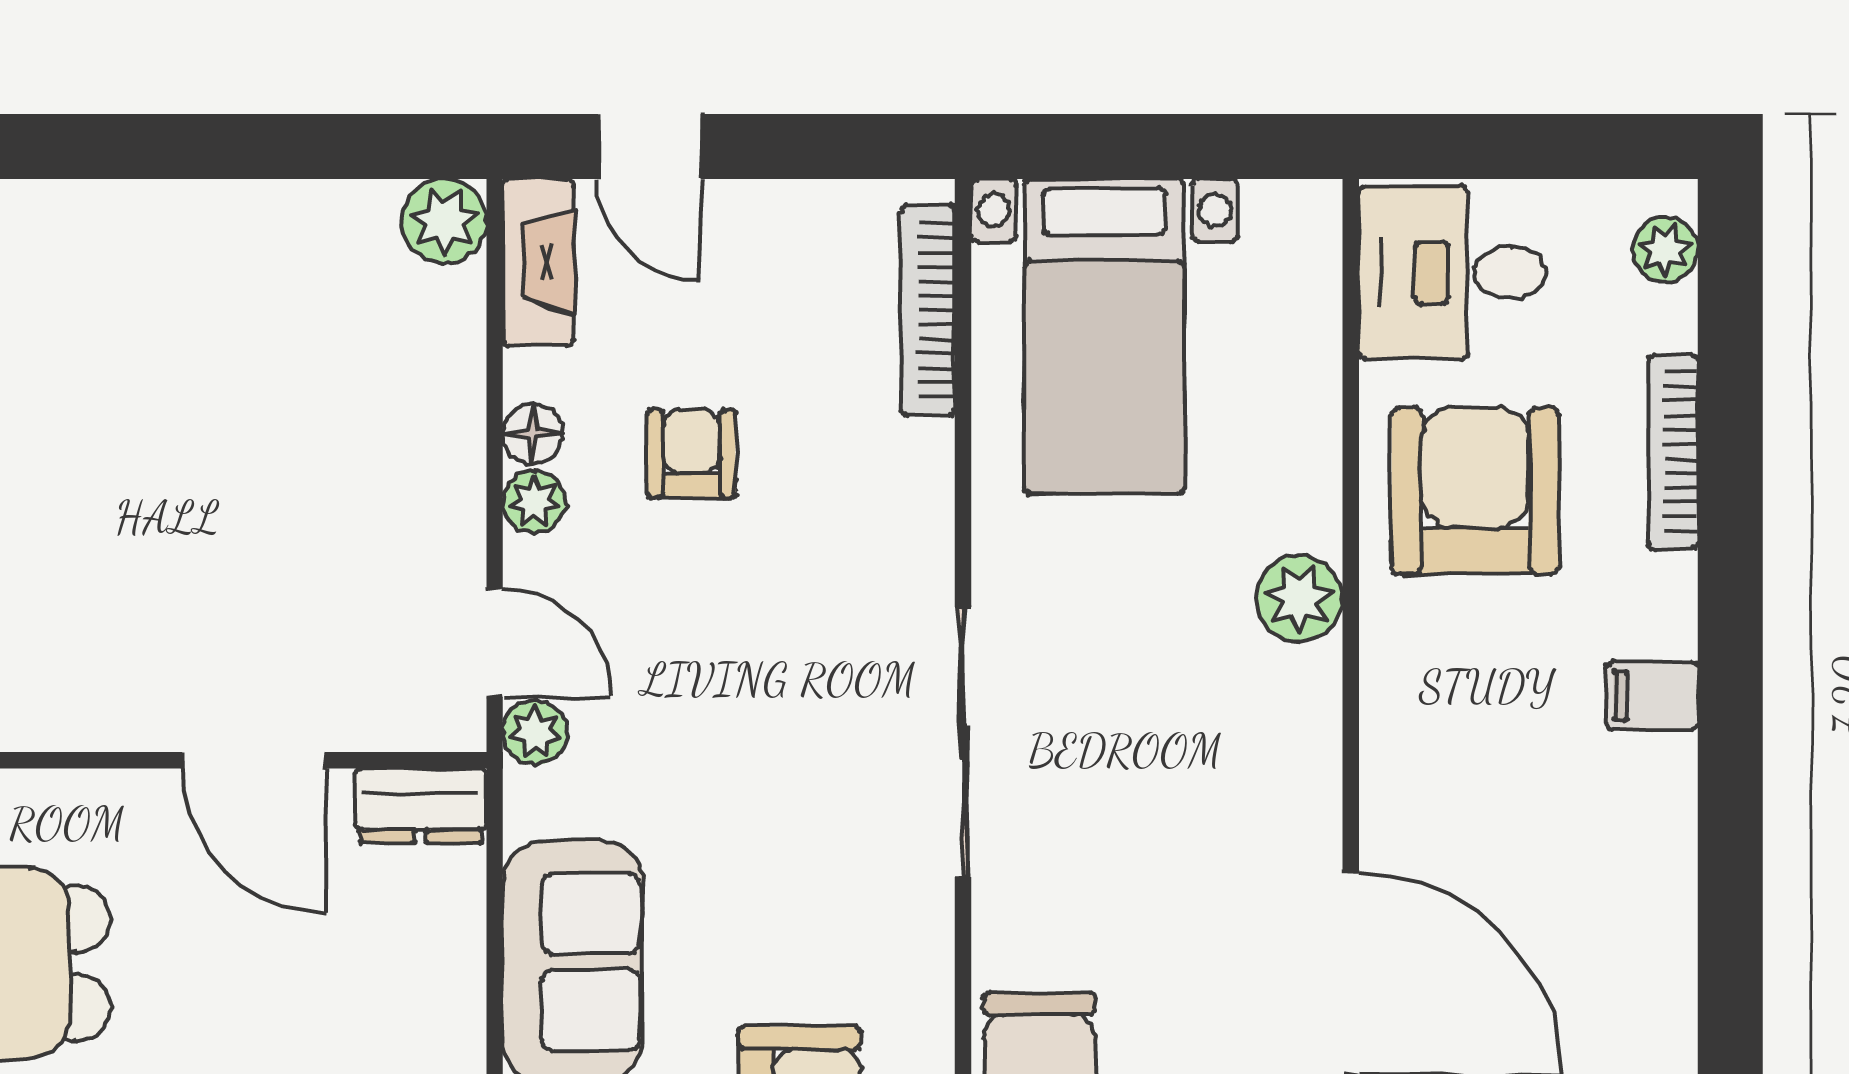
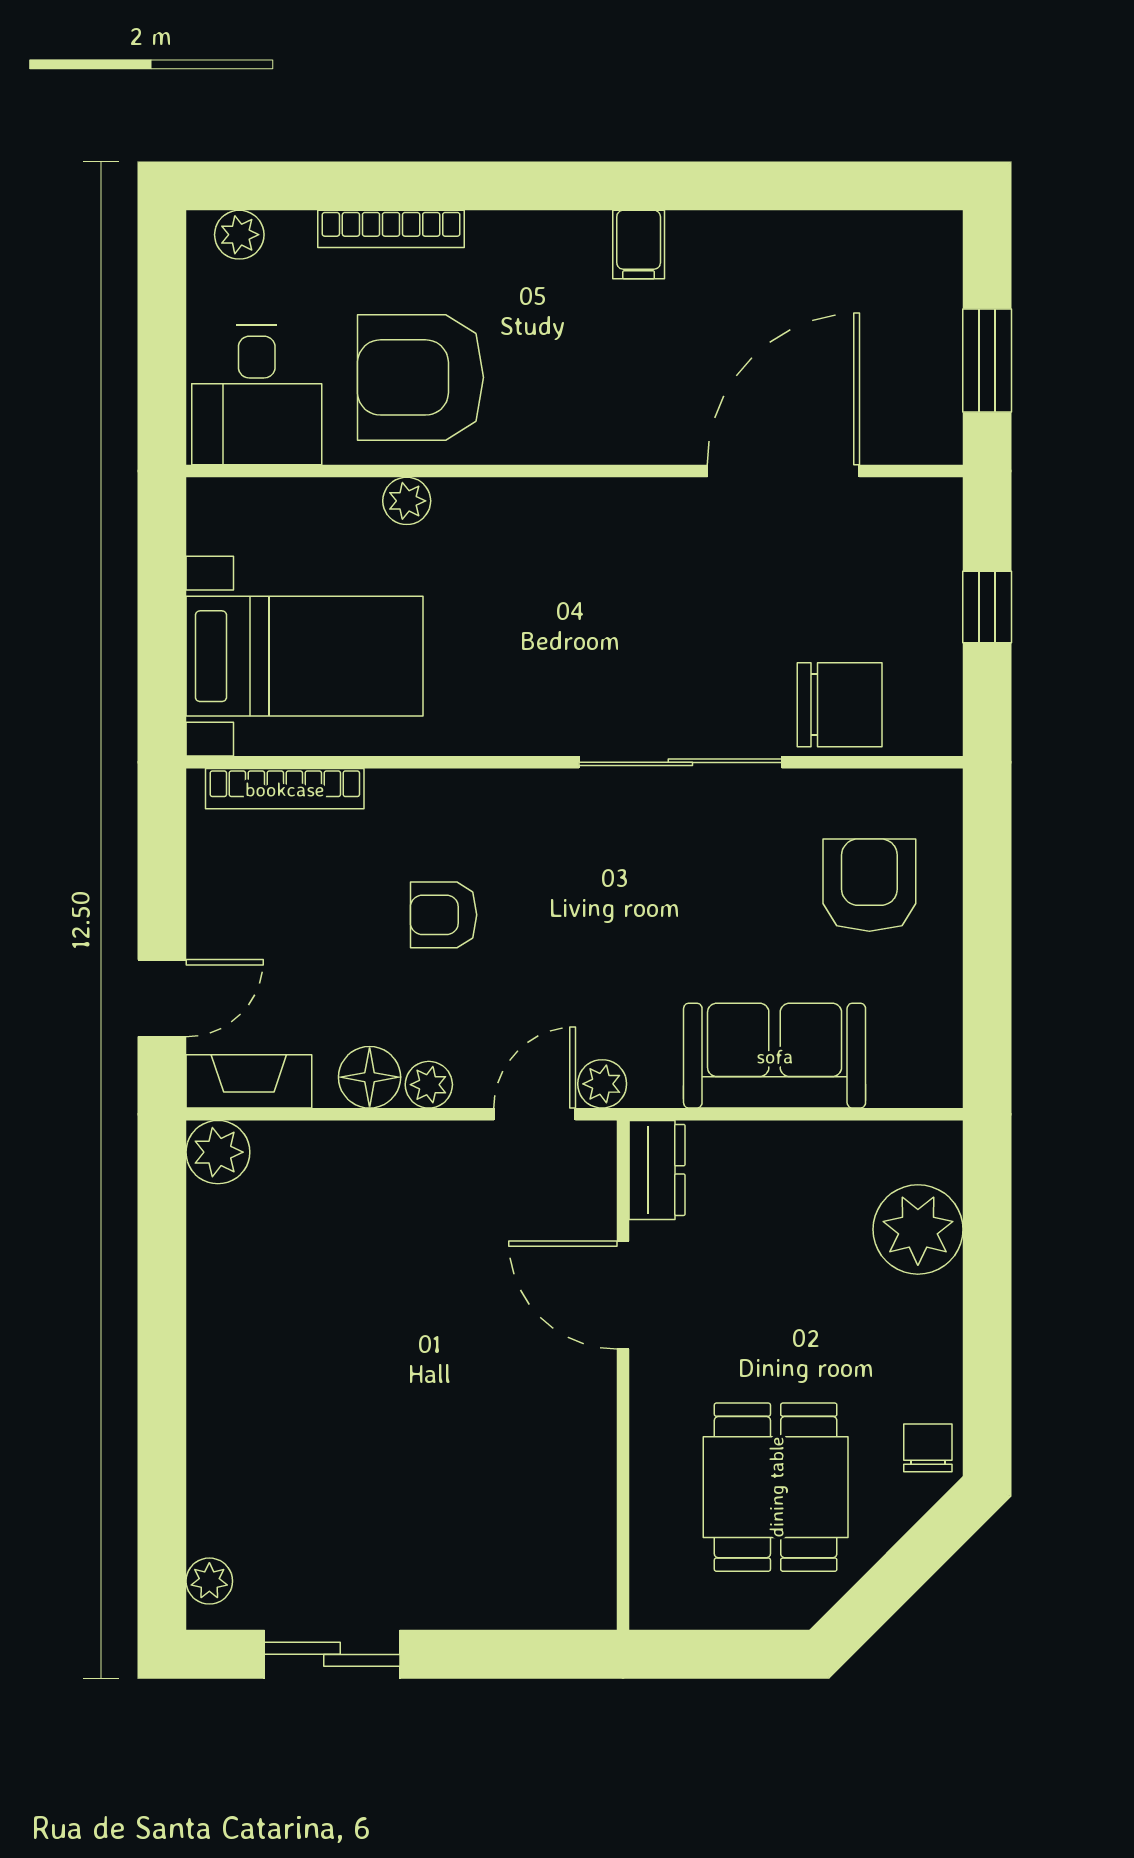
floor lamp: (533, 434) -> (370, 1077), width x1.37, depth x1.37
armchair: (691, 454) -> (444, 915), moved
plant: (1299, 598) -> (407, 501), moved, width x0.73, depth x0.73
filing cabinet: (1652, 696) -> (639, 245), moved
sliding door: (963, 742) -> (680, 762), moved
door: (254, 760) -> (623, 1295), swing flipped

